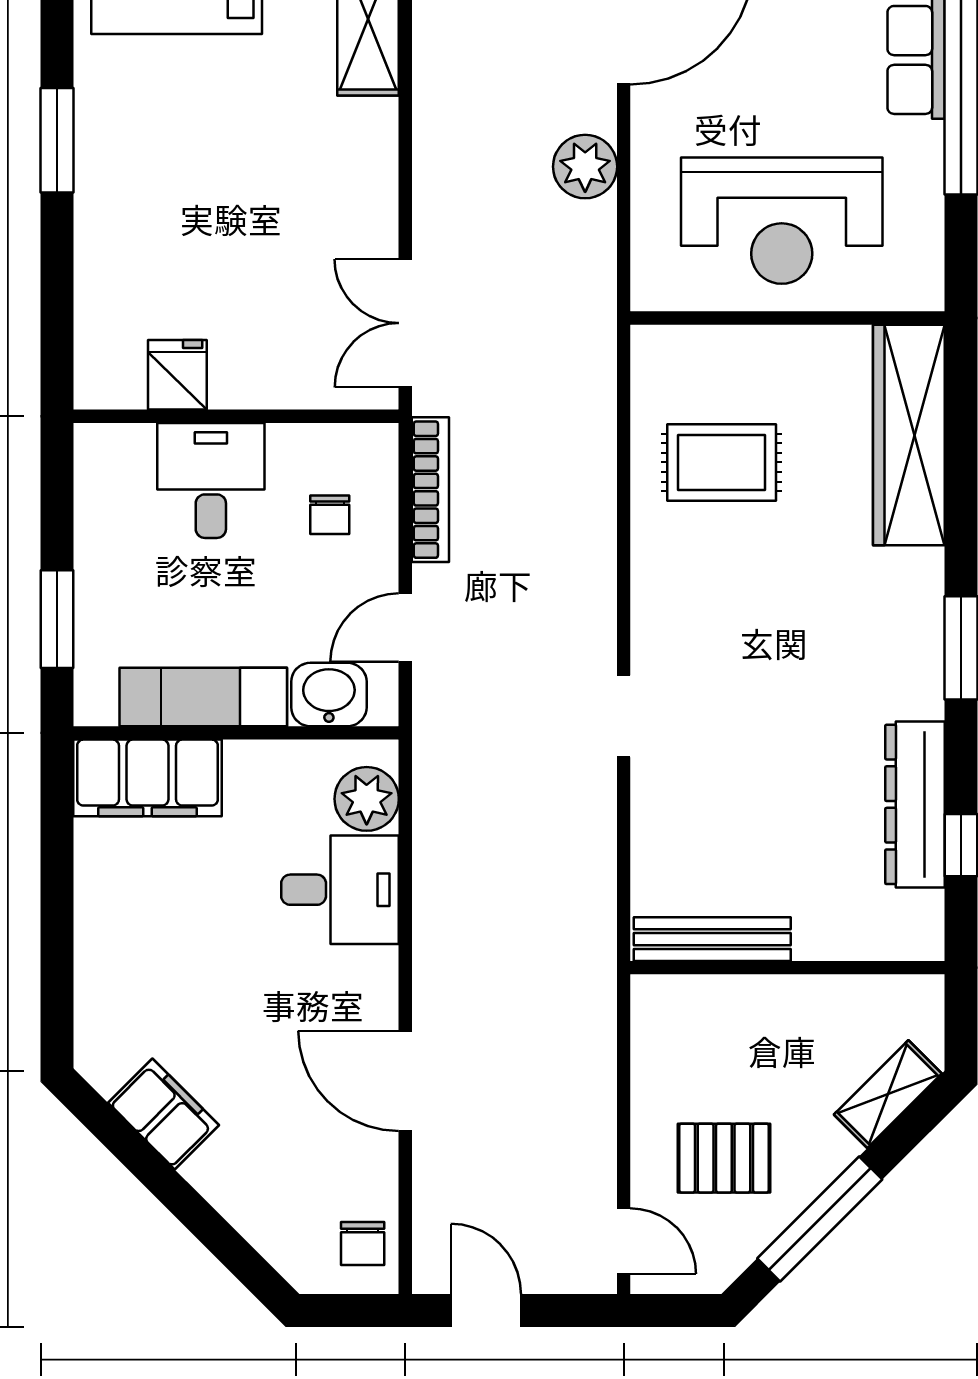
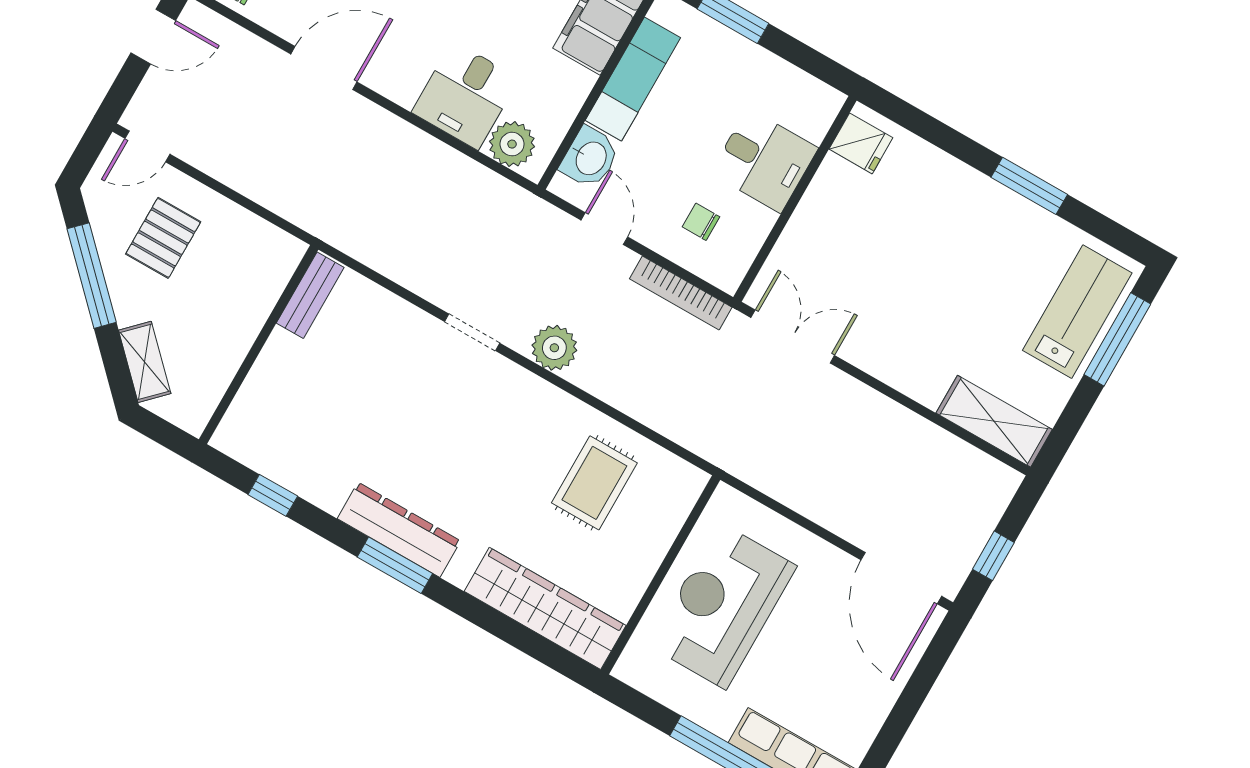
plant: (585, 167) -> (554, 348), moved
fridge: (177, 375) -> (861, 143), moved
dresser: (915, 804) -> (399, 530), moved
bench: (712, 939) -> (310, 295), width x0.73

